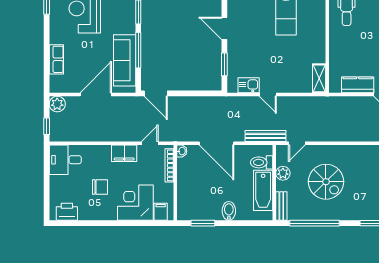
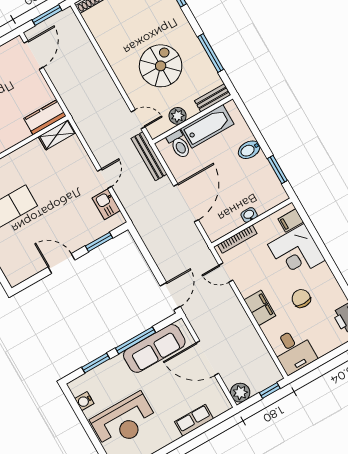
door: (224, 28) -> (61, 264), swing flipped
kitchen counter: (358, 85) -> (45, 117), moved, turned 90
washbasin: (182, 151) -> (249, 215), moved
filing cabinet: (124, 153) -> (260, 308), moved
window: (315, 223) -> (211, 53), width x0.68

